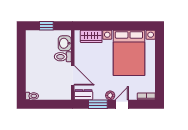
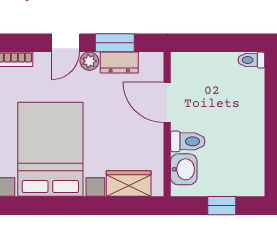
dresser: (83, 95) -> (119, 62), moved

